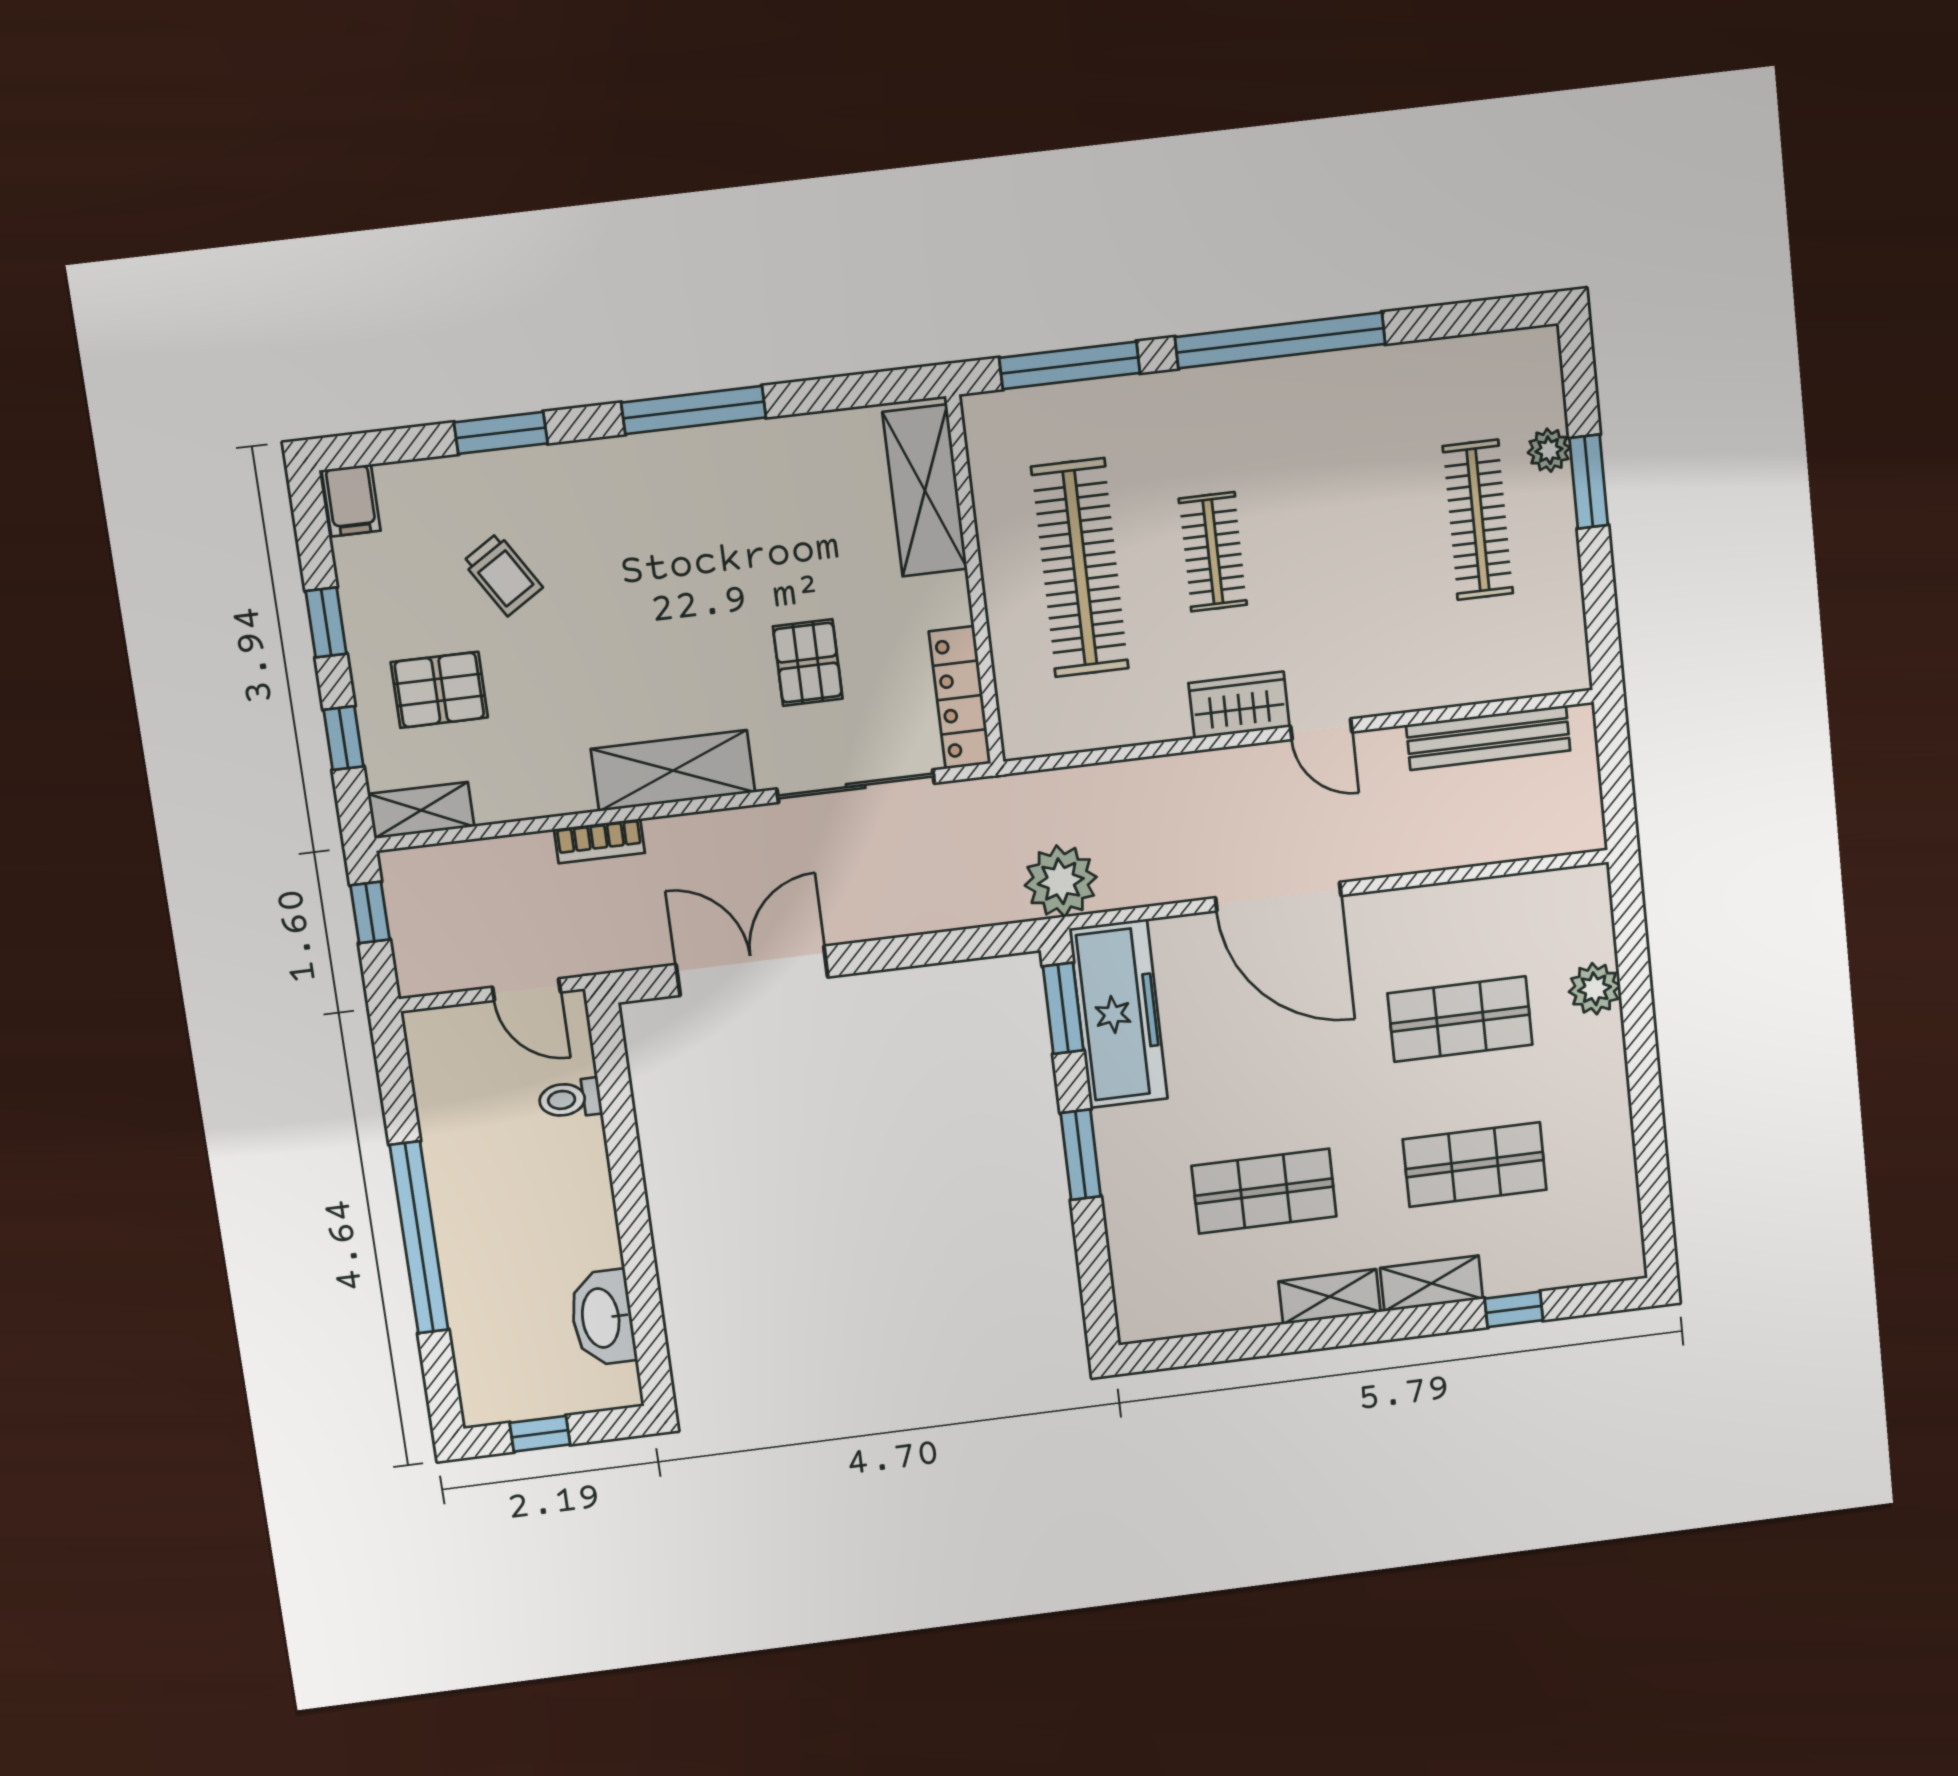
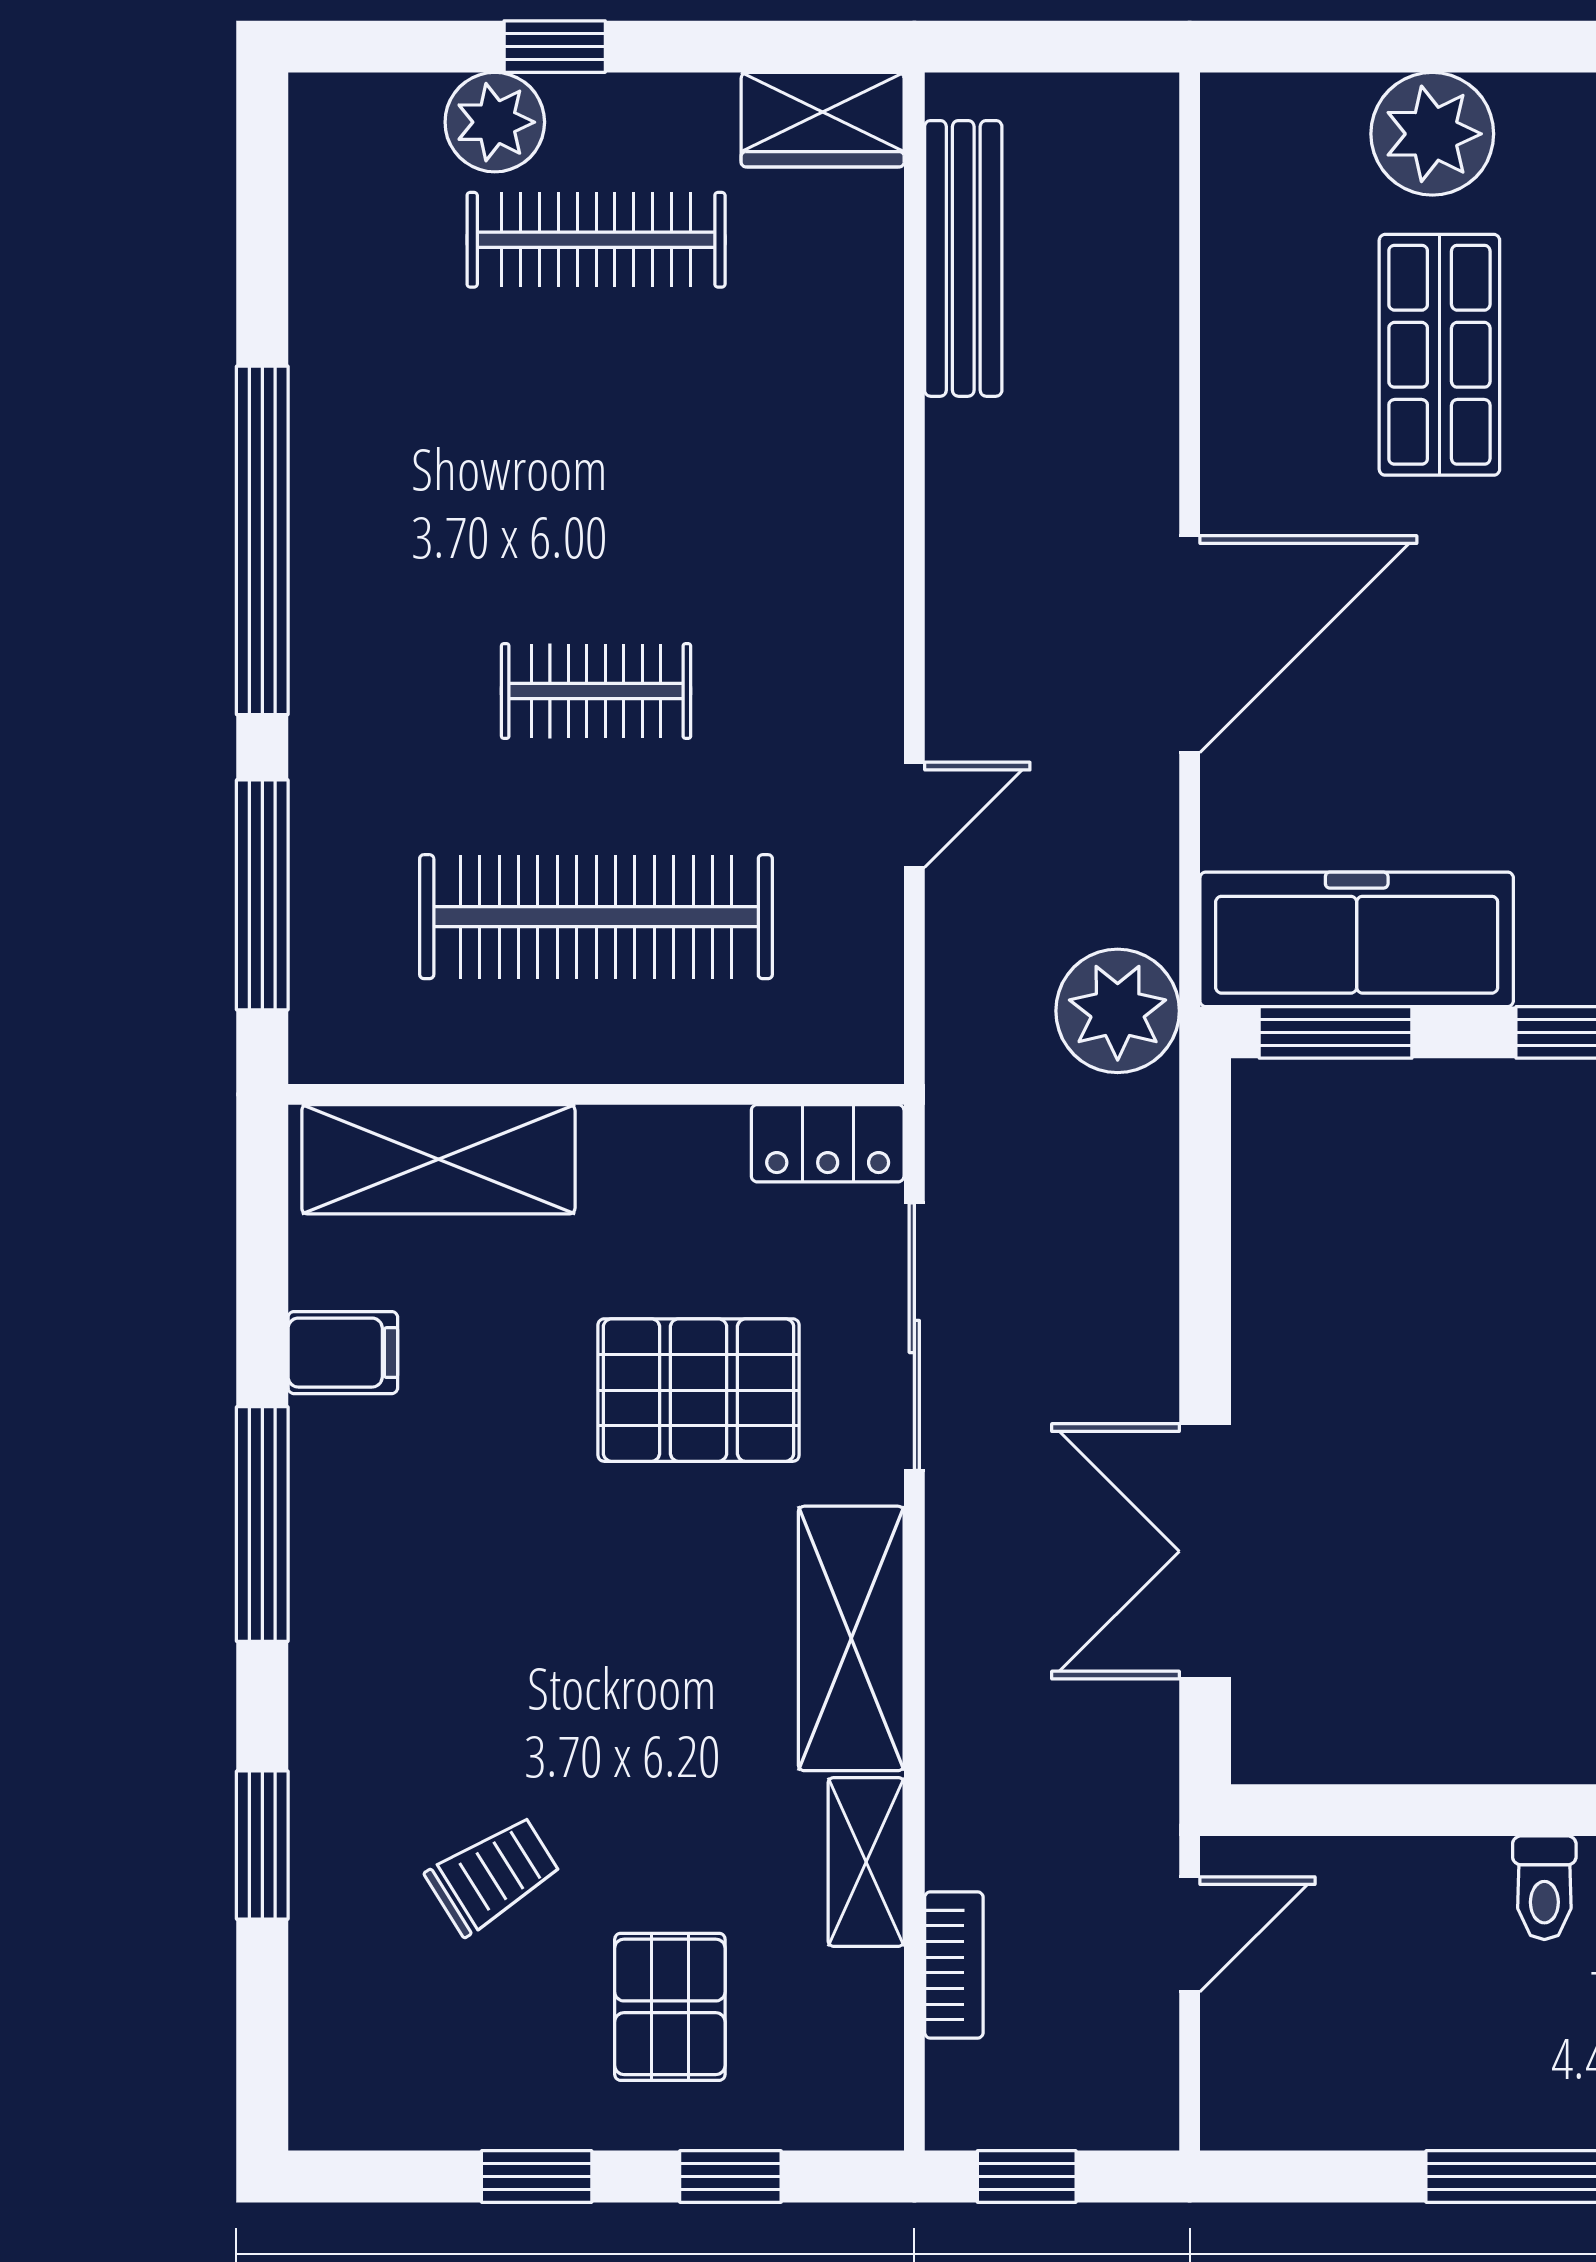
plant: (1549, 450) -> (495, 122), width x1.38, depth x1.38
window: (1589, 482) -> (555, 47), width x0.67
filing cabinet: (351, 500) -> (343, 1353), moved
pallet: (808, 663) -> (699, 1390), width x1.50, depth x1.42
locker: (960, 698) -> (828, 1143), width x0.66
wardrobe: (1239, 705) -> (823, 120), moved, turned -90
door: (1321, 729) -> (914, 815), moved
shelving: (421, 810) -> (866, 1862), moved
bookcase: (599, 841) -> (954, 1965), moved
plant: (1595, 989) -> (1432, 134), width x1.36, depth x1.36
toilet: (570, 1099) -> (1544, 1888), moved

